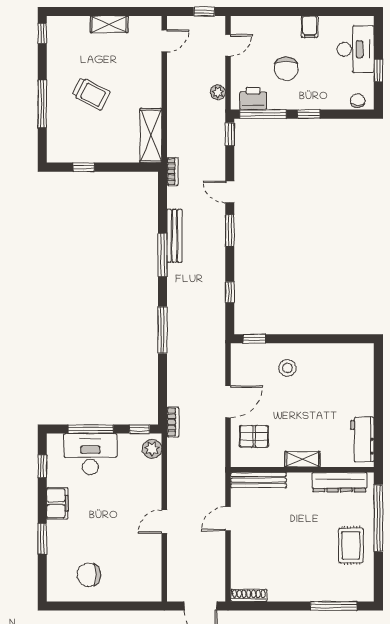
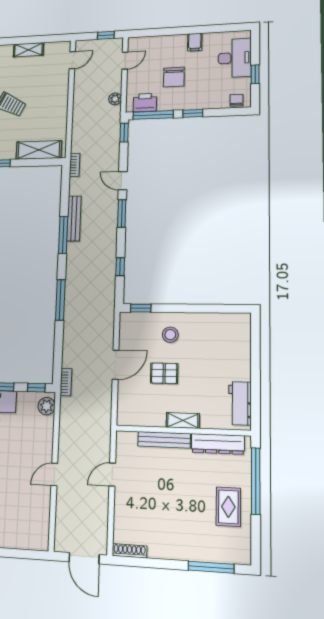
shelving: (151, 136) -> (39, 150), moved, turned 90
pallet: (254, 436) -> (164, 373), moved
bench: (259, 480) -> (164, 440), moved

